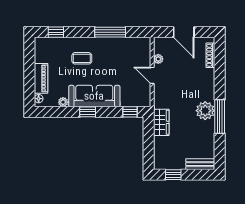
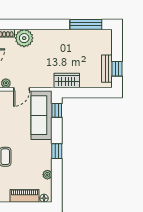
sofa: (94, 96) -> (42, 115), moved
plant: (205, 111) -> (24, 38), moved
window: (220, 117) -> (86, 24), moved
bench: (200, 164) -> (107, 69), moved

